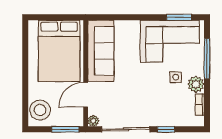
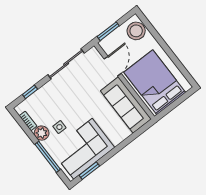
plant: (93, 121) -> (93, 52), removed
window: (166, 129) -> (30, 92), moved

